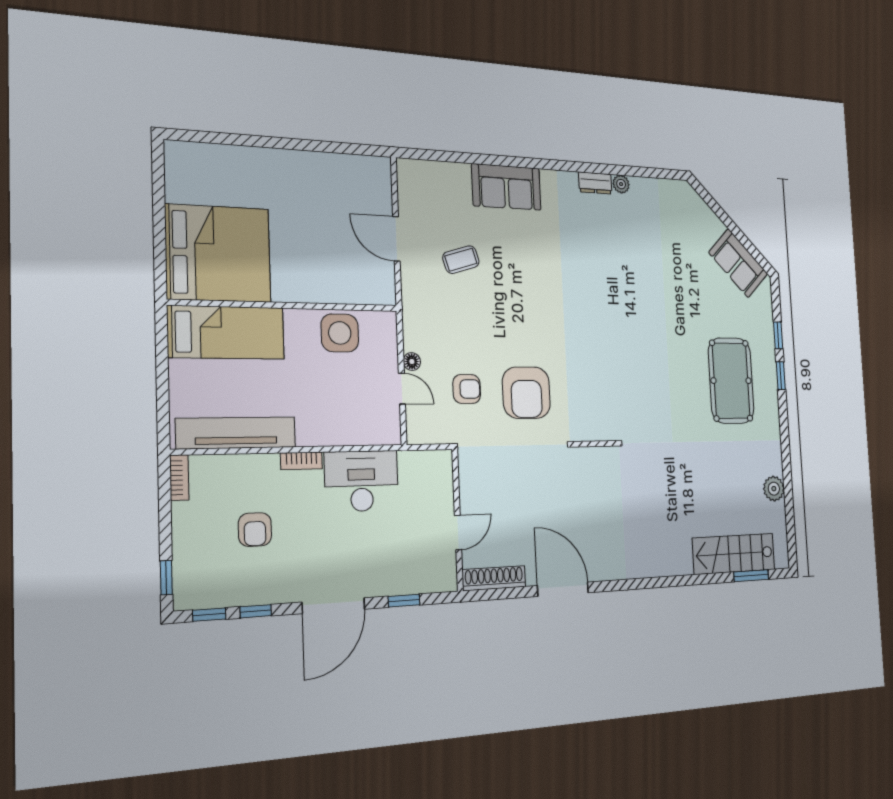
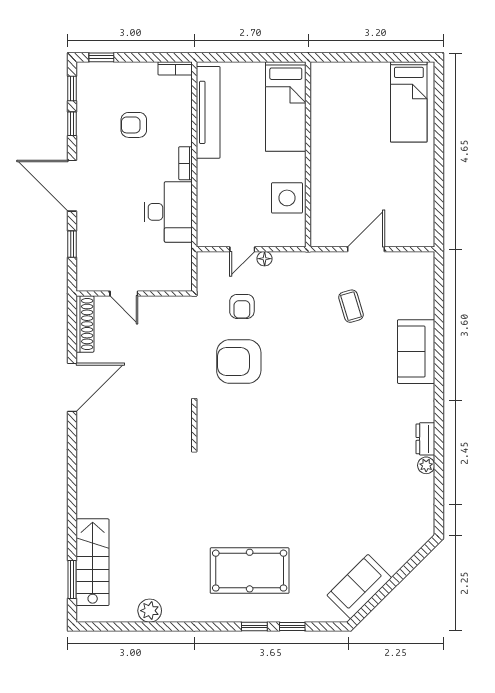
bed: (218, 253) -> (409, 102), moved, width x0.49

